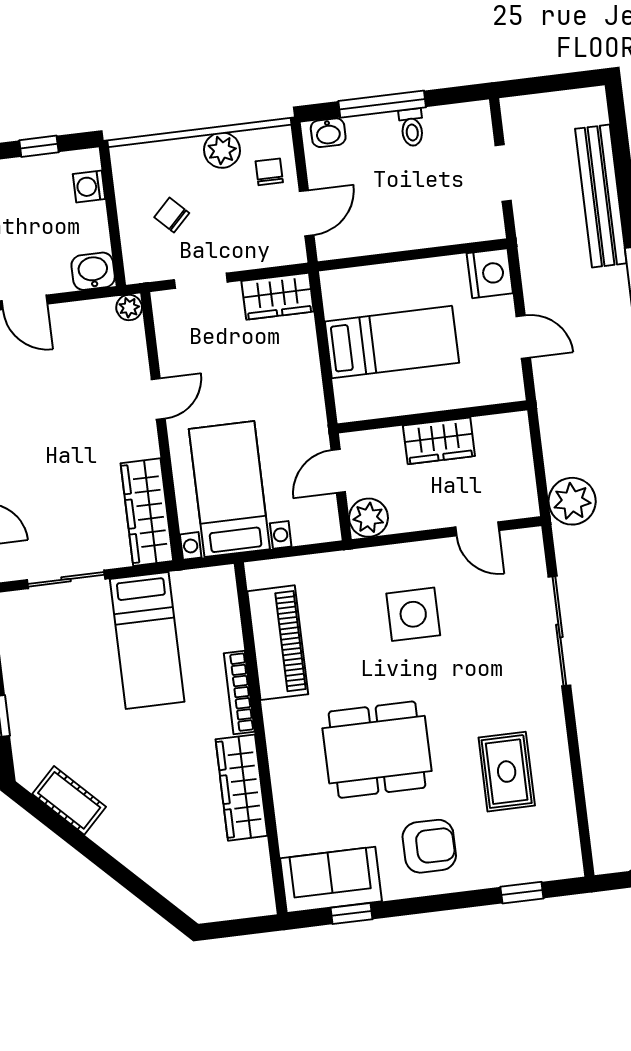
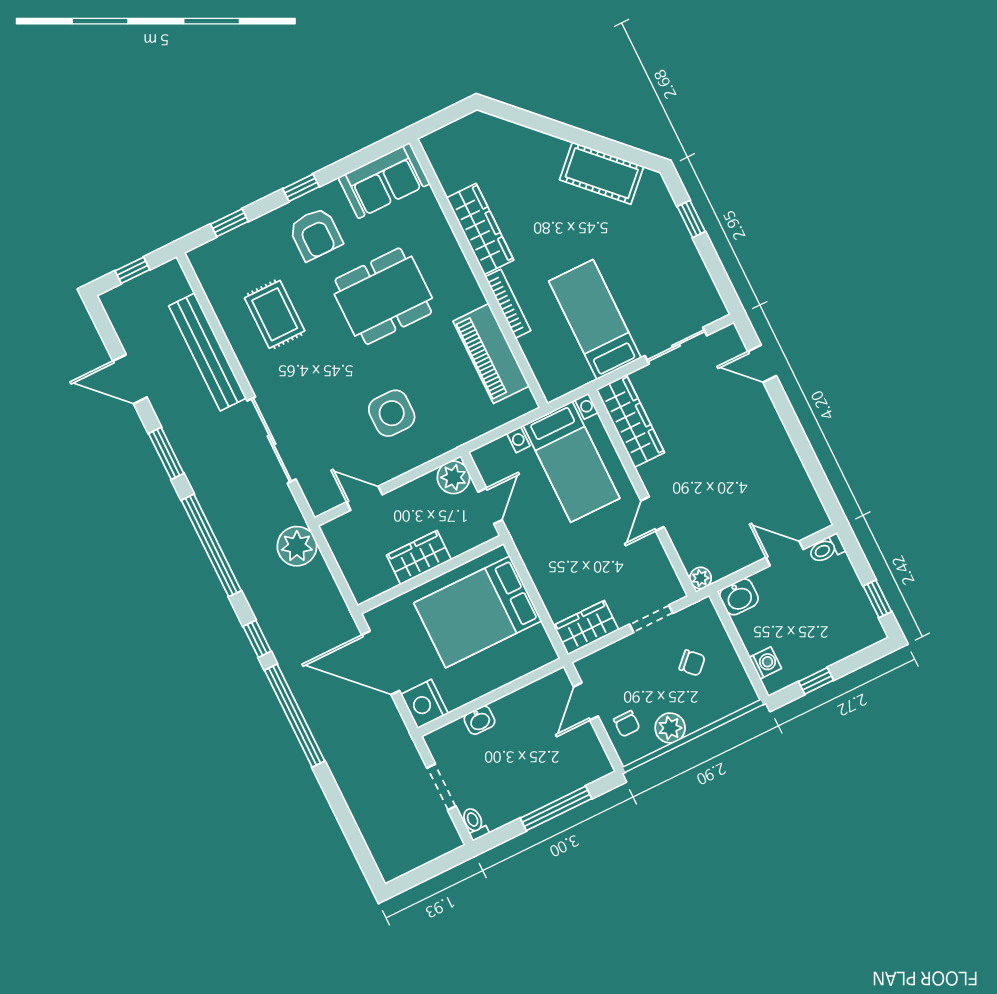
toilet: (412, 127) -> (474, 823), moved
washbasin: (328, 133) -> (479, 720), moved, turned 180
bench: (601, 196) -> (207, 352), moved
door: (523, 337) -> (381, 663), width x1.87
bed: (392, 342) -> (478, 612), width x1.50
cot: (69, 800) -> (602, 173), width x1.37, depth x1.34
armchair: (429, 846) -> (315, 234), turned -90
window: (352, 914) -> (301, 188), moved

